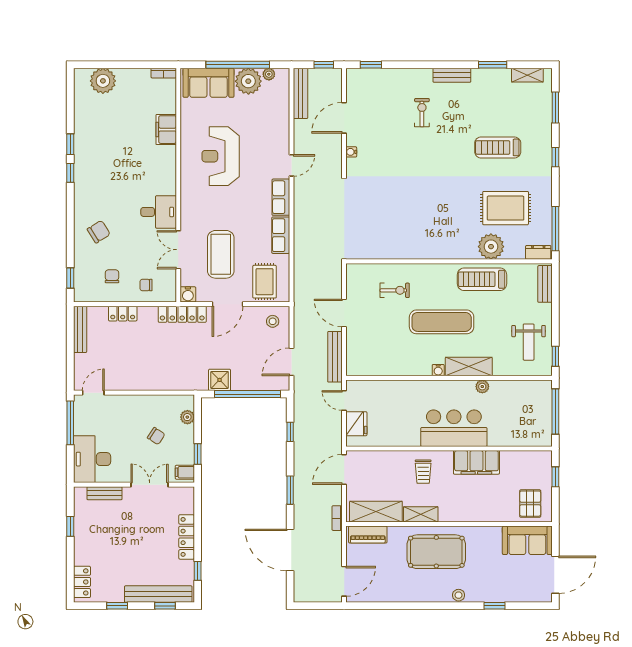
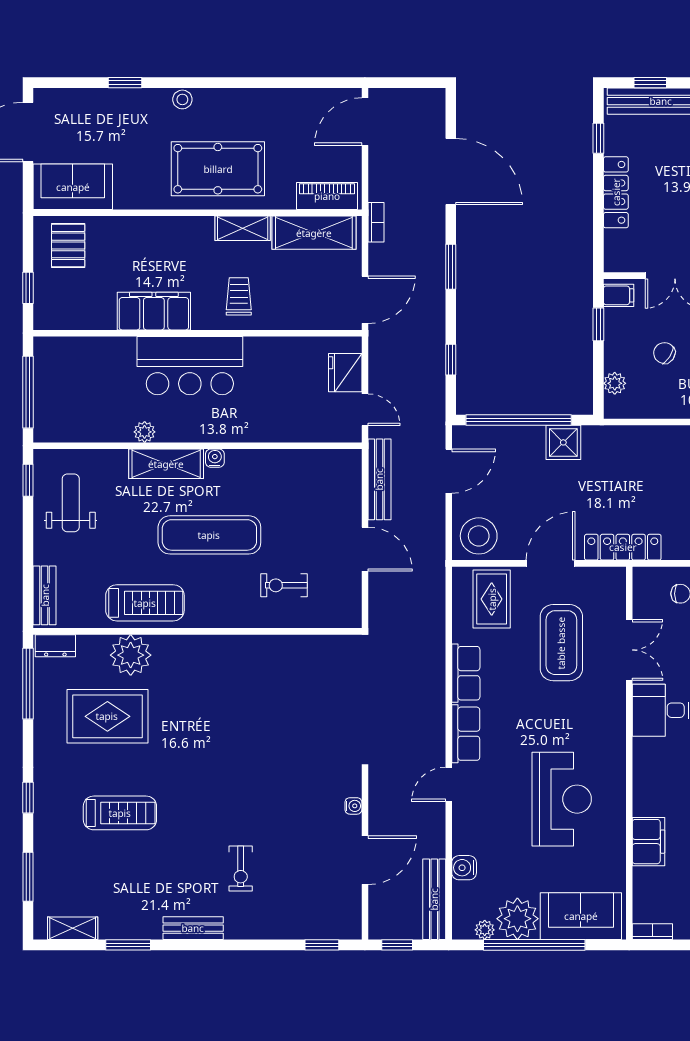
water cooler: (188, 294) -> (464, 868), moved, turned -90
stool: (273, 321) -> (479, 536), width x1.89, depth x1.89

